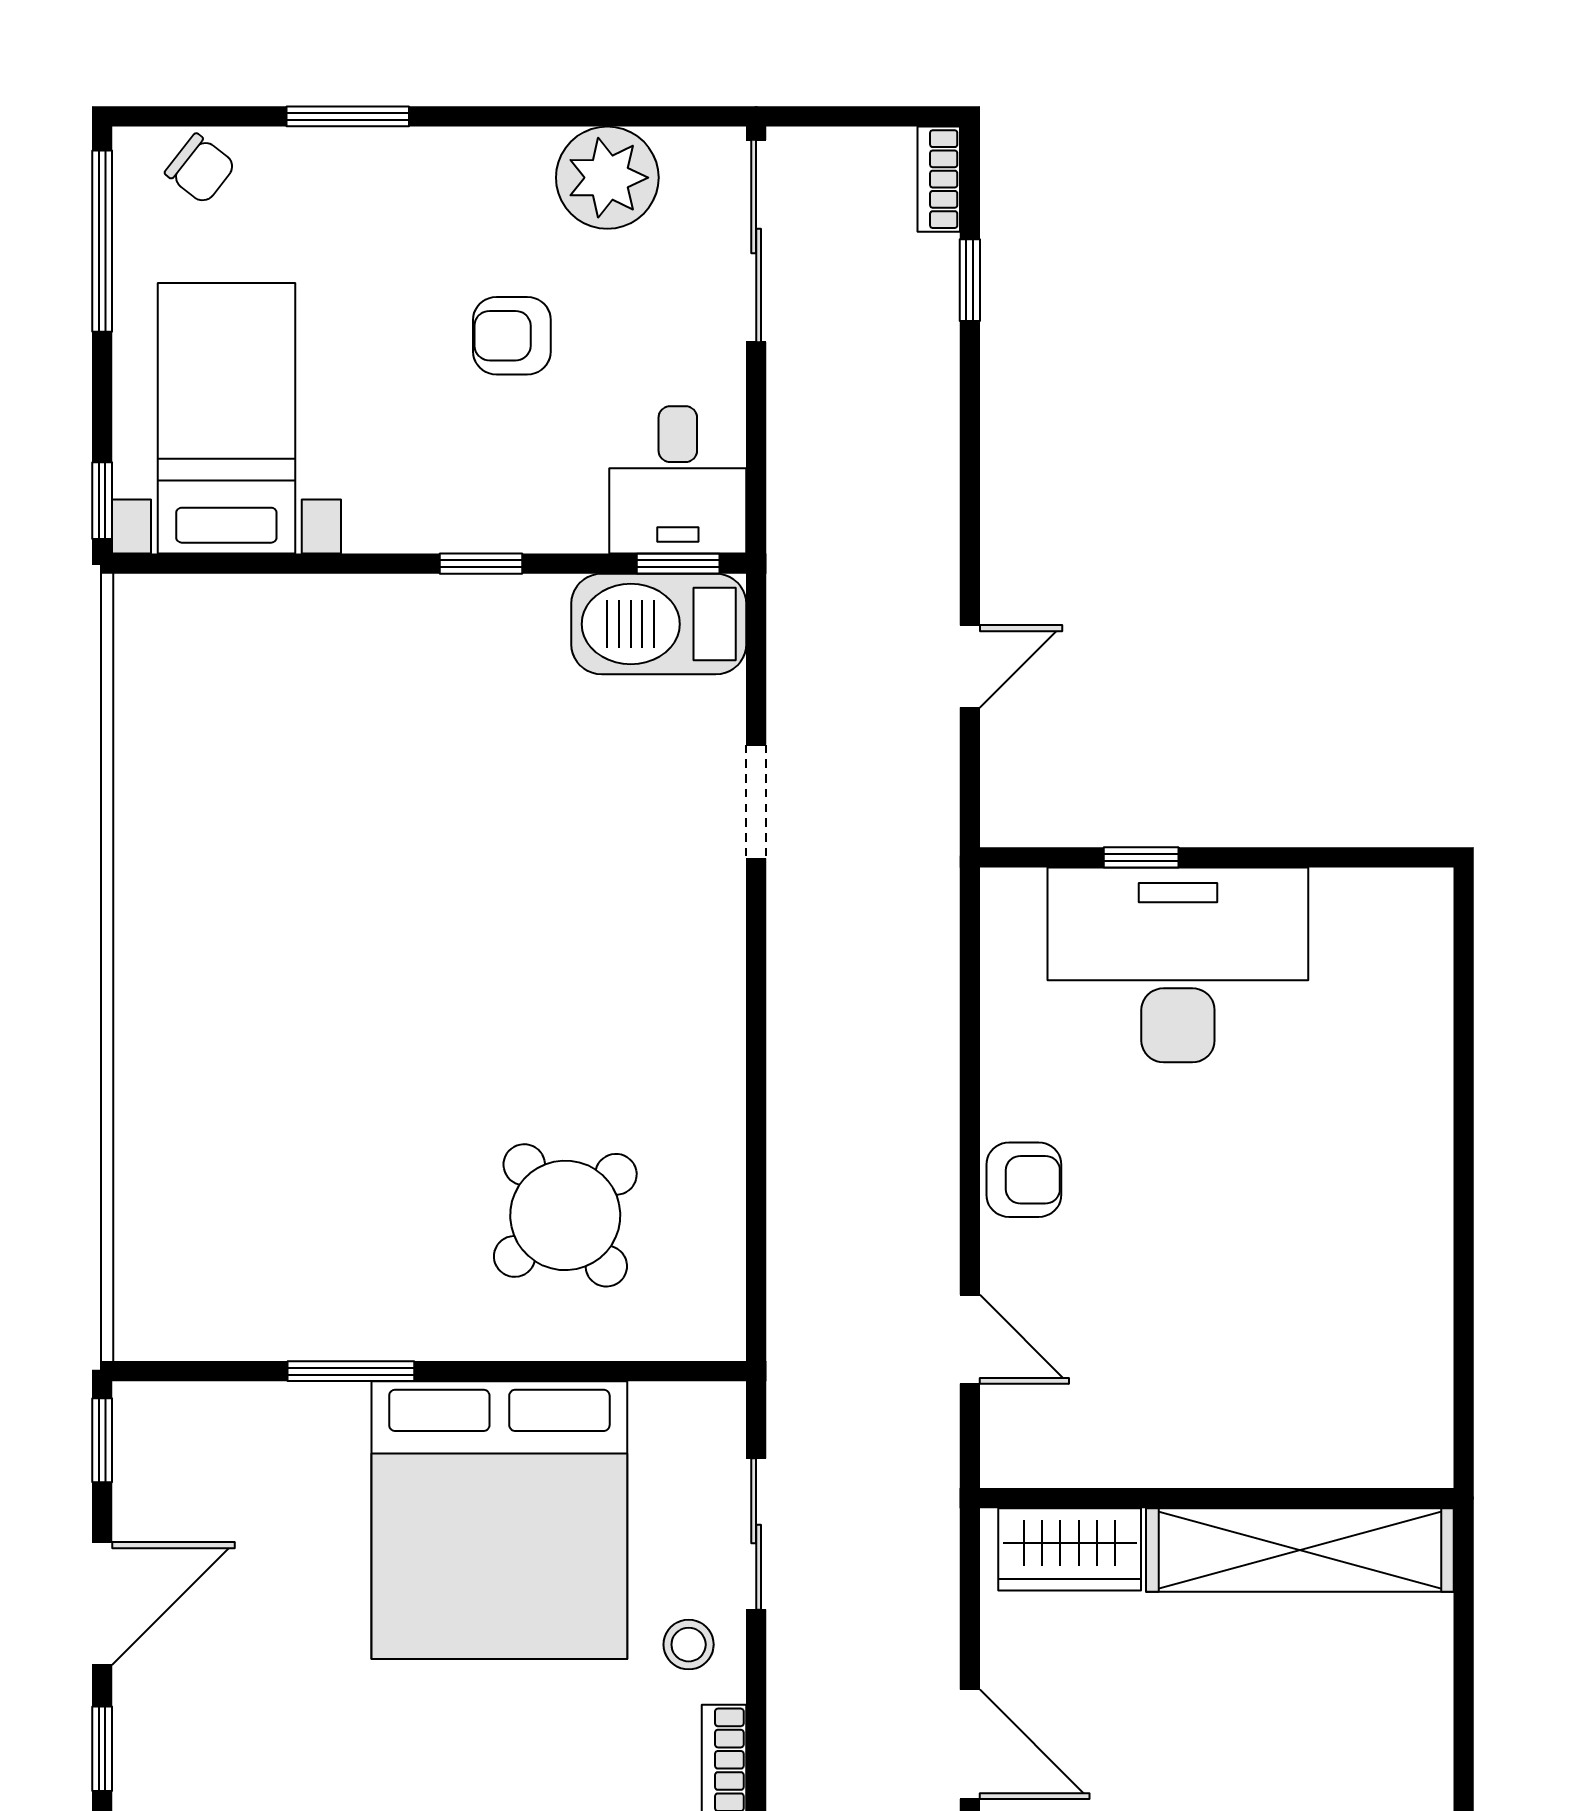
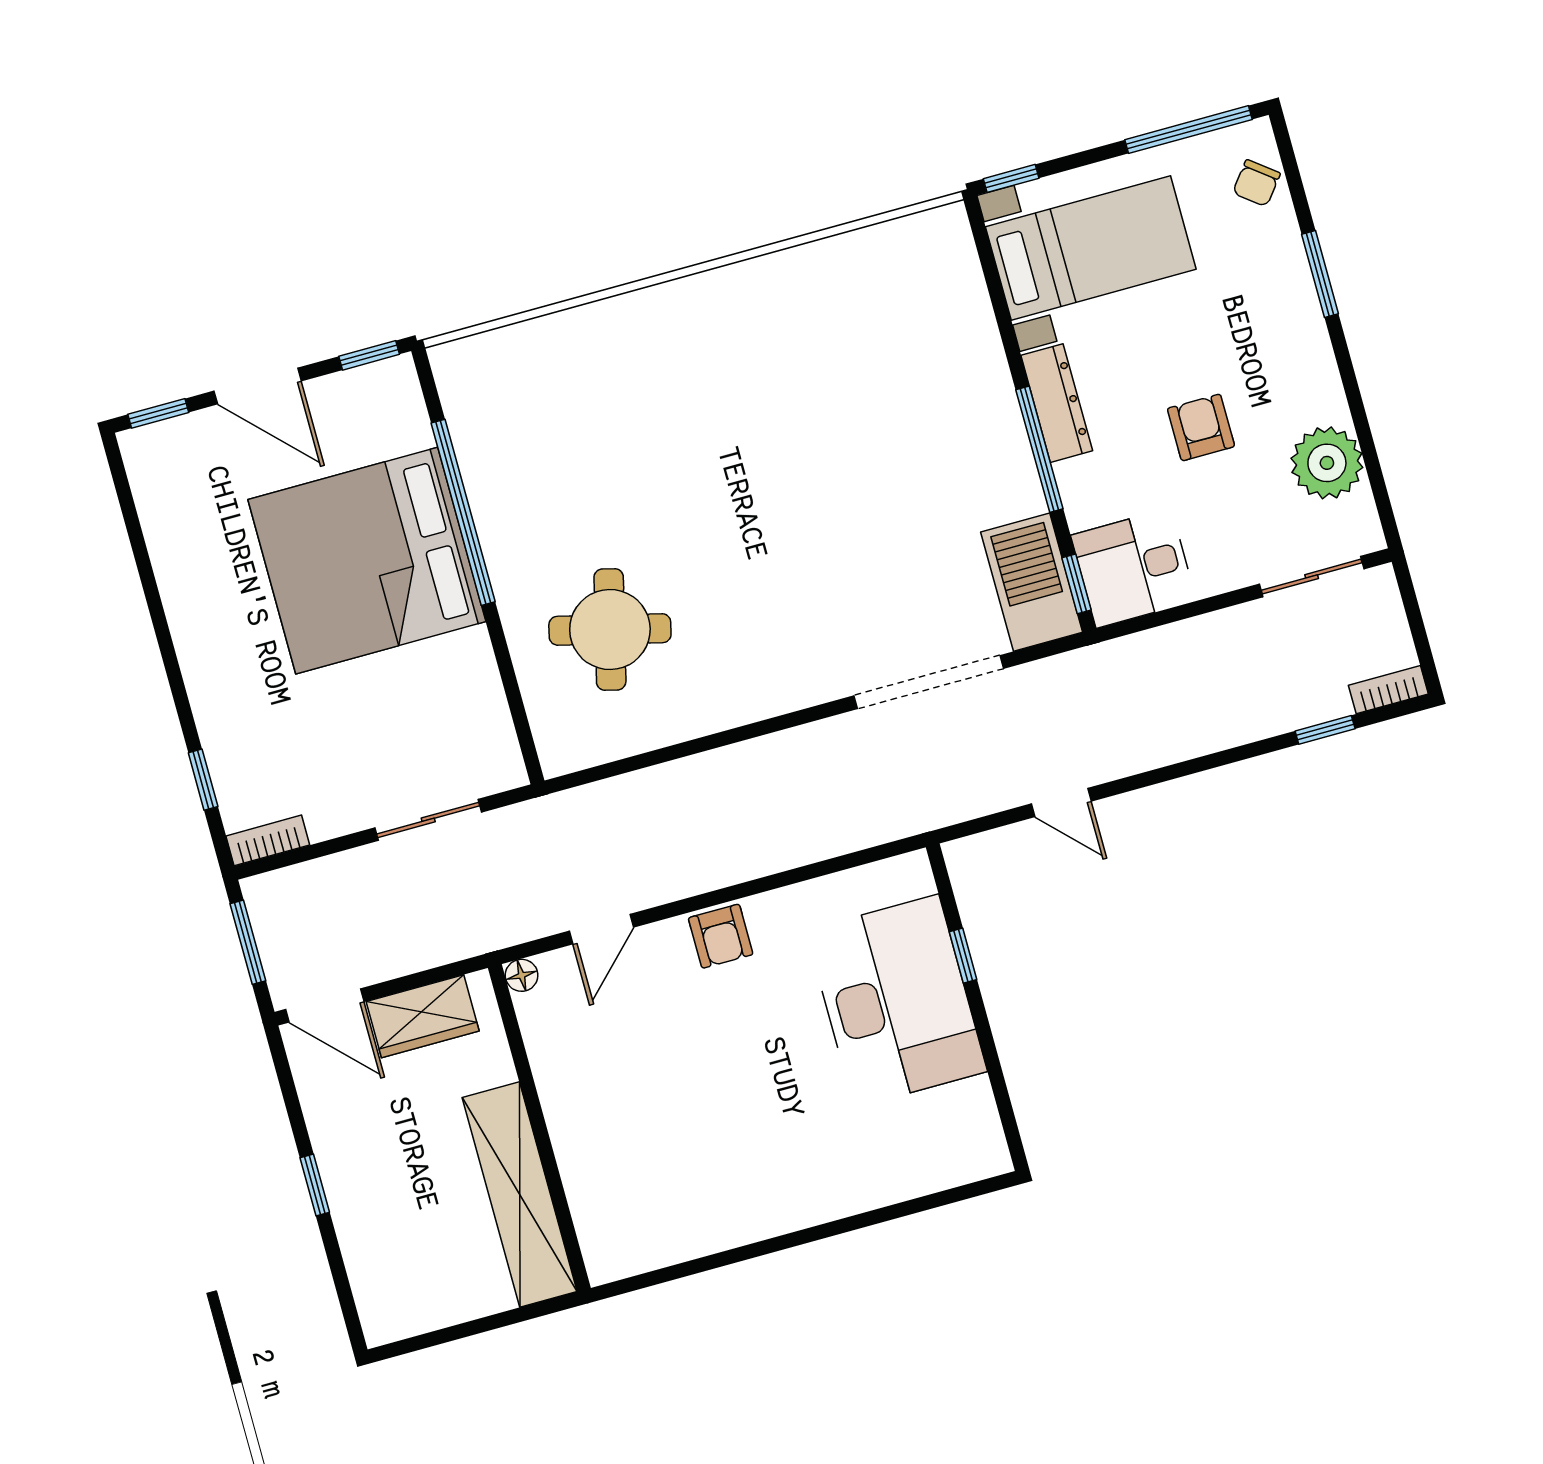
sliding door: (756, 241) -> (1312, 577), width x0.73
dresser: (425, 523) -> (1057, 403), added
window: (481, 564) -> (1039, 449), width x2.17
doorway: (756, 802) -> (929, 682), width x1.87
round table: (565, 1215) -> (610, 629), turned -37
window: (351, 1371) -> (463, 512), width x2.11
floor lamp: (1003, 1465) -> (522, 975), added
bed: (499, 1520) -> (367, 561), moved
wardrobe: (1070, 1549) -> (423, 1016), moved, turned -90
stool: (689, 1645) -> (340, 795), removed
door: (970, 1744) -> (325, 1005), hinge flipped

